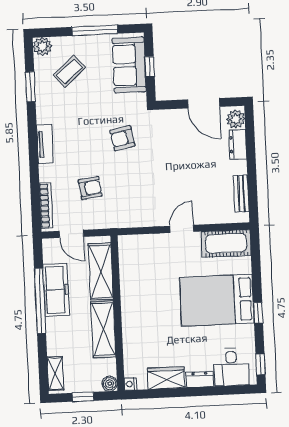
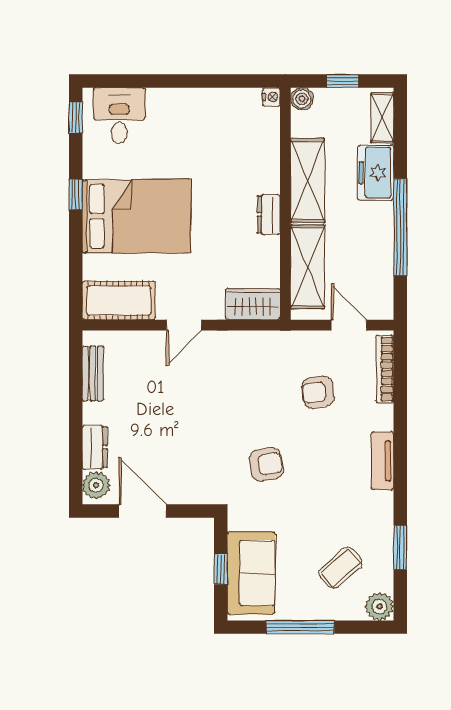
freezer: (56, 290) -> (376, 173), moved, width x0.71
wardrobe: (166, 378) -> (253, 304), moved, turned 180
dresser: (200, 379) -> (269, 214), moved, turned 90

